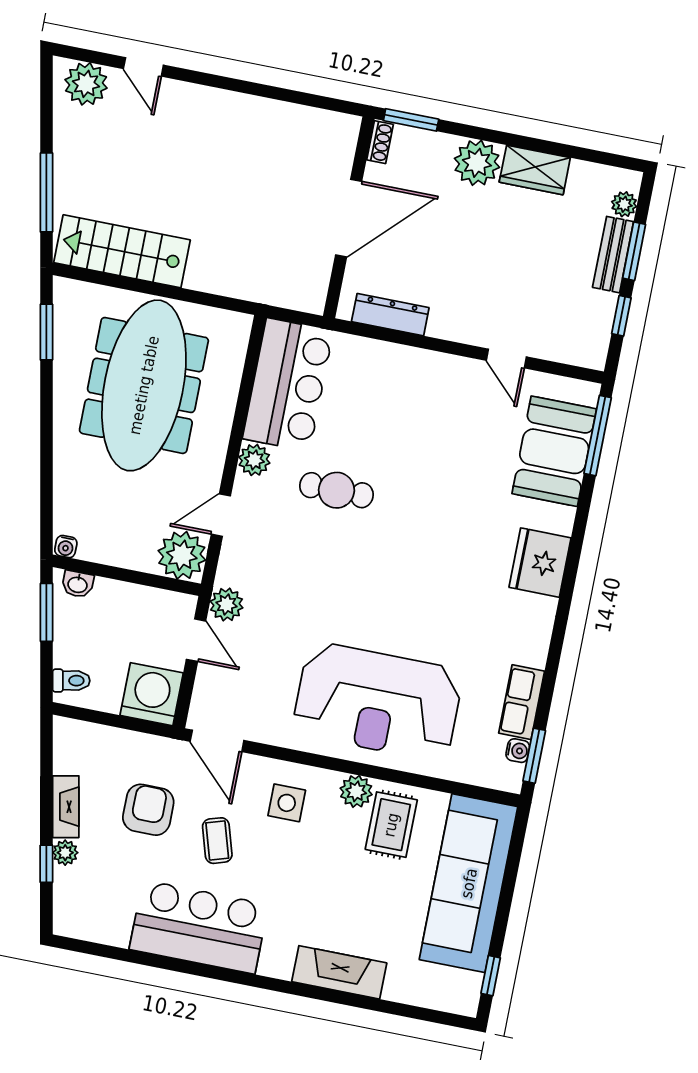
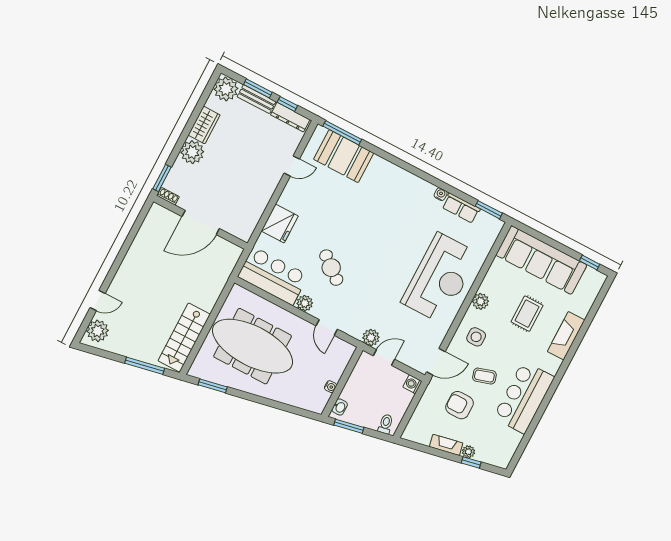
plant: (624, 204) -> (226, 89), width x1.87, depth x1.87
door: (349, 218) -> (201, 222), swing flipped
dresser: (390, 315) -> (290, 117), moved, turned -90
cafe table: (336, 490) -> (331, 268), turned -51
water cooler: (66, 547) -> (330, 387), moved
plant: (182, 555) -> (341, 352), removed
fridge: (540, 563) -> (280, 224), moved, turned -90
washing machine: (152, 694) -> (412, 384), width x0.53, depth x0.53
water cooler: (518, 751) -> (441, 194), moved
rug: (391, 825) -> (527, 314), moved, turned 90

